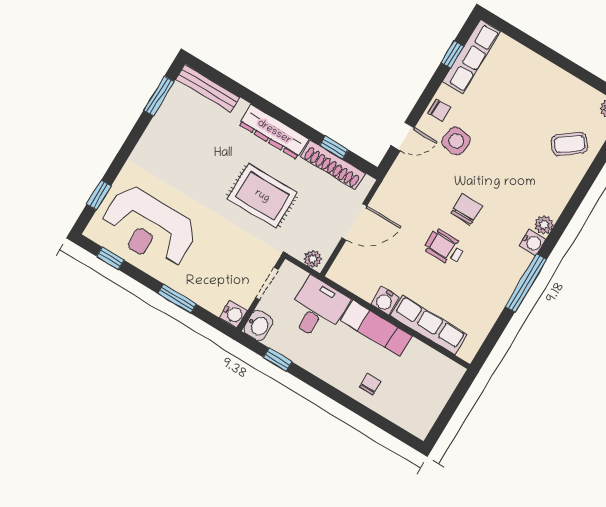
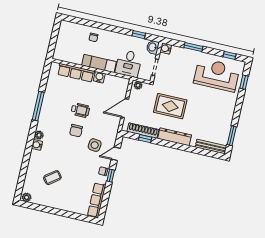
window: (452, 54) -> (111, 176), moved
side table: (456, 141) -> (95, 145), moved
coffee table: (569, 144) -> (52, 178), moved
water cooler: (532, 242) -> (37, 145), moved

